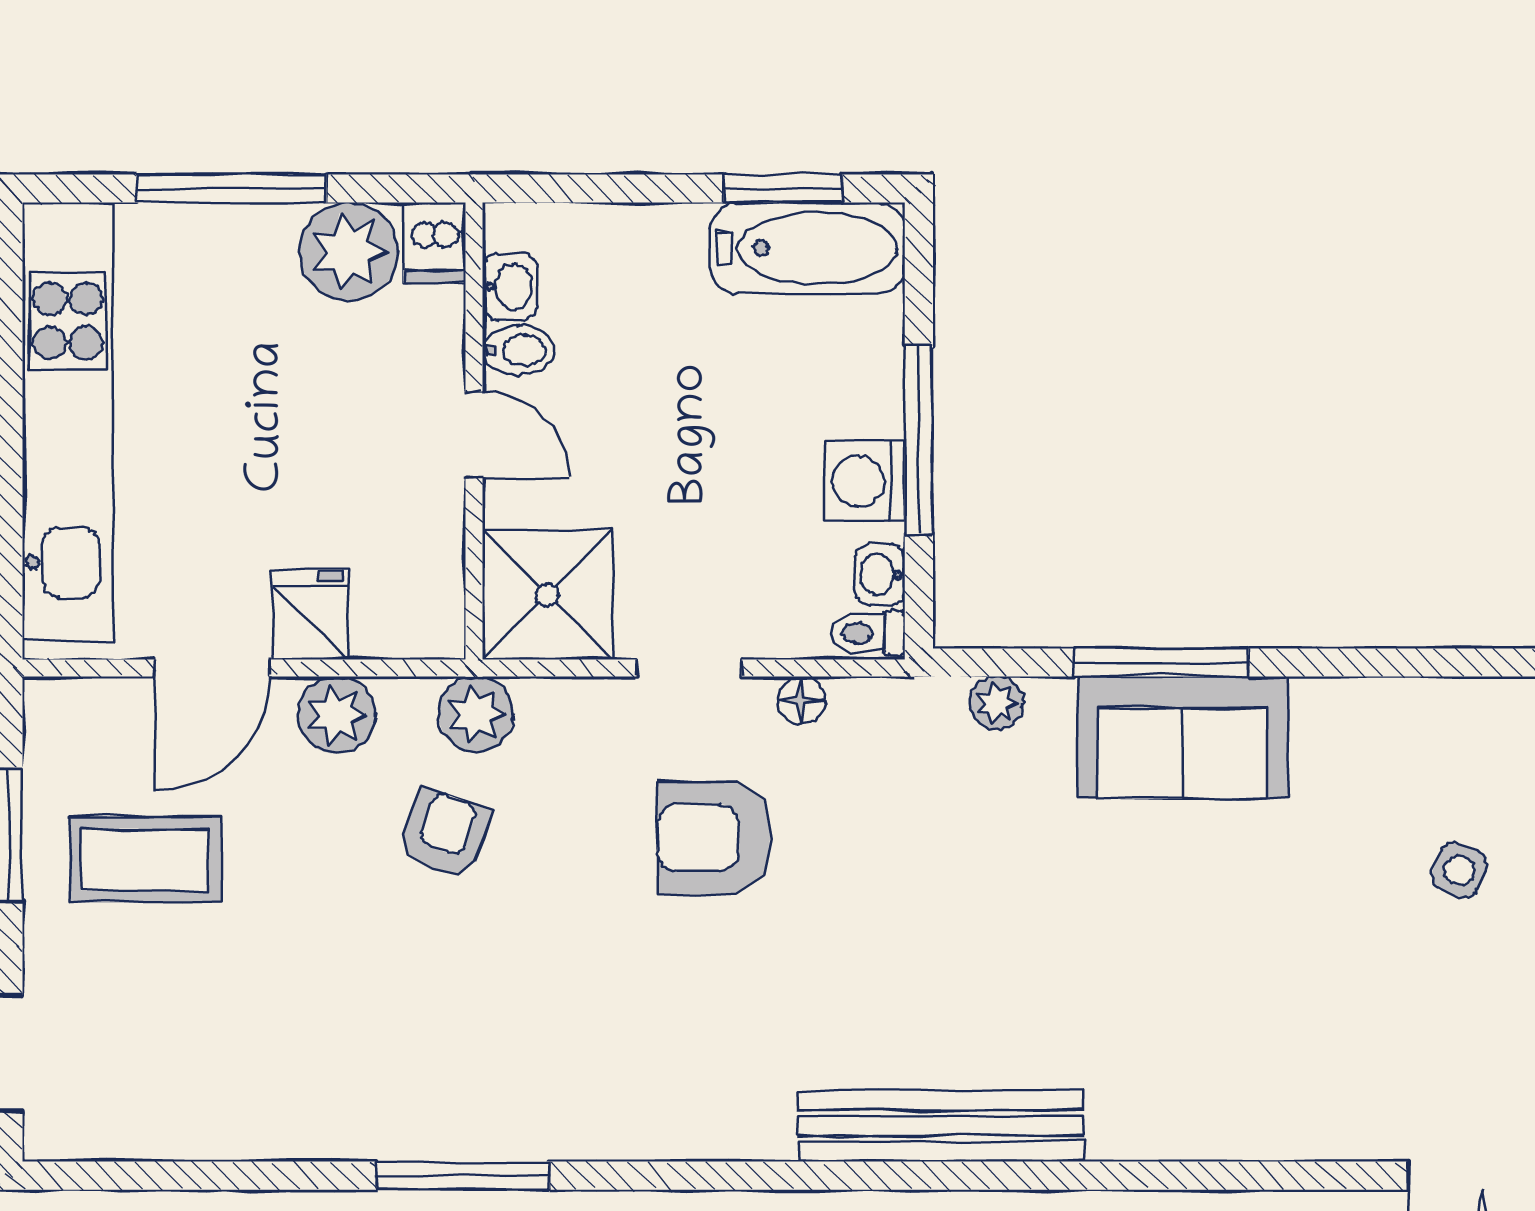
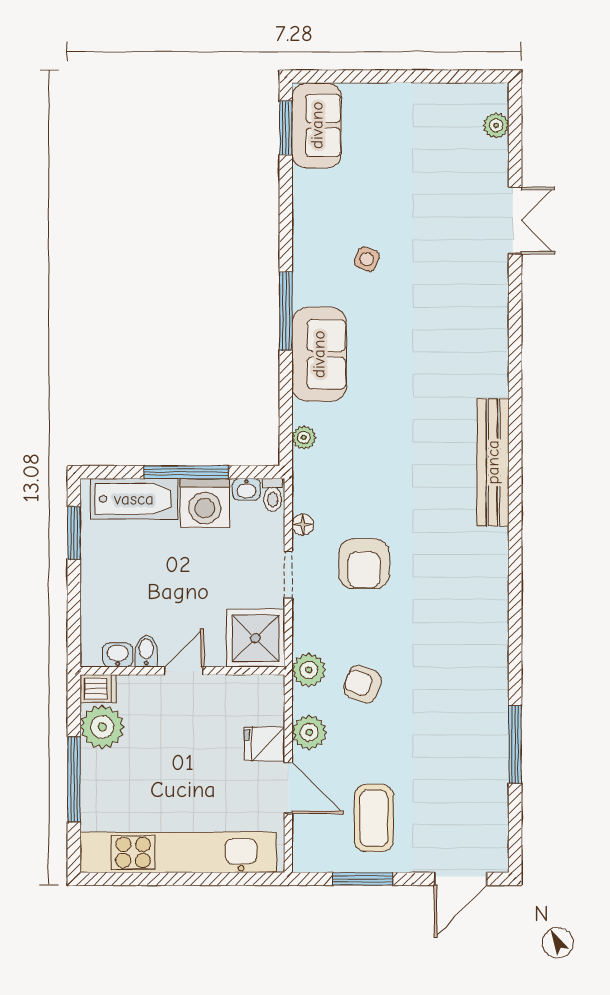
bathtub: (808, 248) -> (134, 499), moved, turned 90
washing machine: (865, 481) -> (205, 503), width x1.37, depth x1.37
window: (1161, 663) -> (286, 311), moved
side table: (1459, 870) -> (367, 259), moved
window: (463, 1176) -> (515, 745), moved

